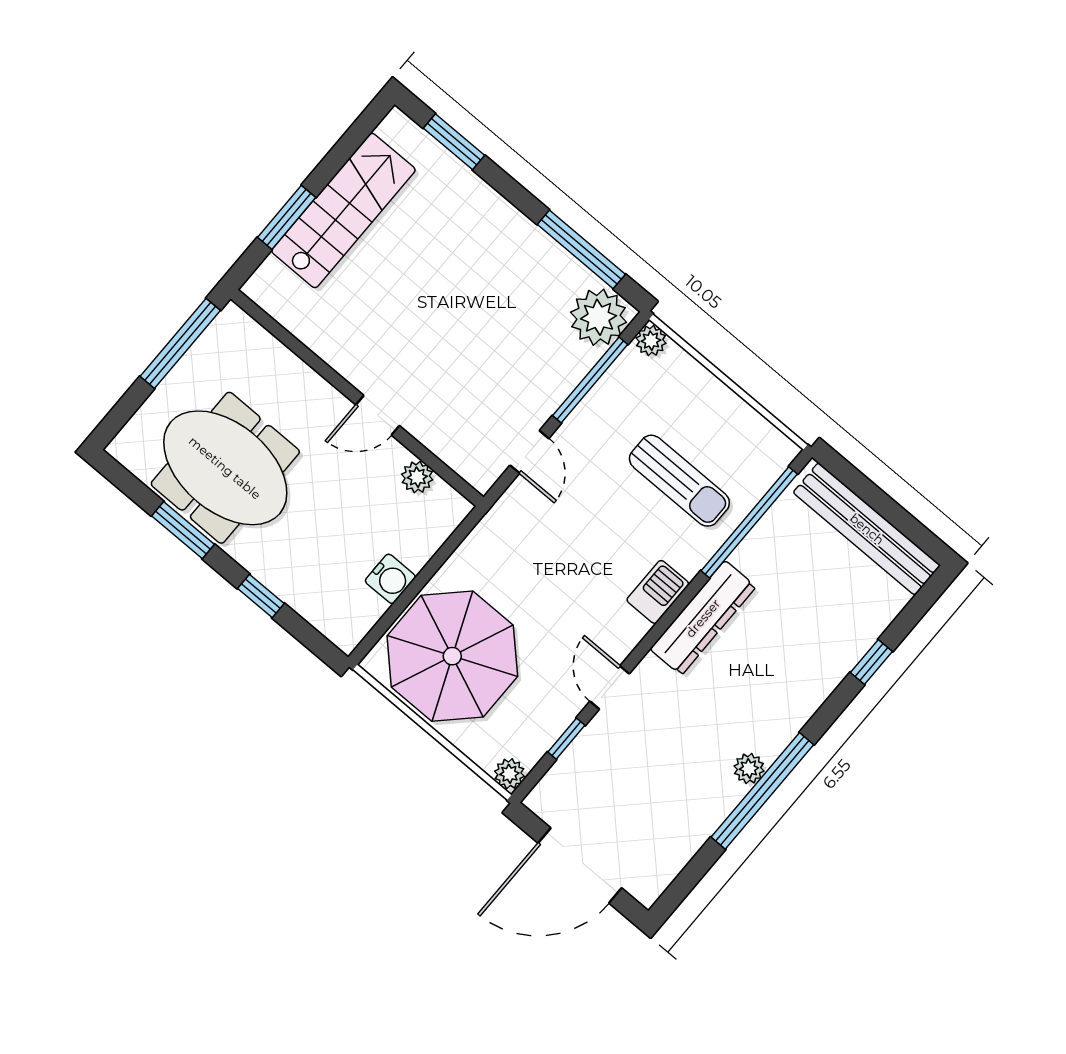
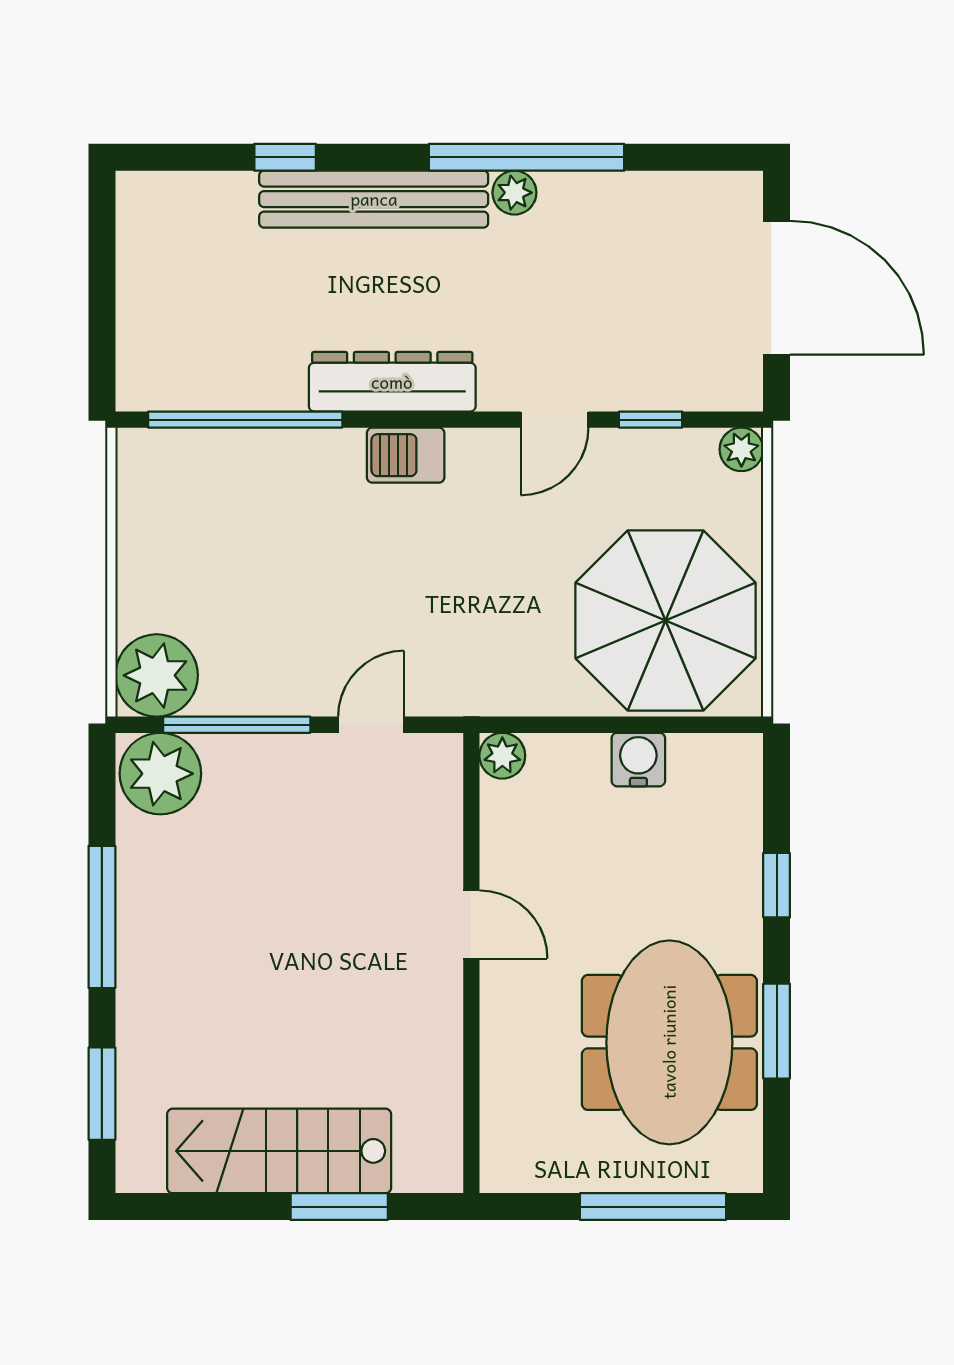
window: (581, 249) -> (102, 917), moved
plant: (651, 341) -> (157, 675), width x1.87, depth x1.87
window: (180, 343) -> (653, 1207), moved
plant: (417, 477) -> (502, 756), moved
sun lounger: (679, 481) -> (264, 534), removed
bench: (867, 529) -> (374, 199), moved, turned 90

